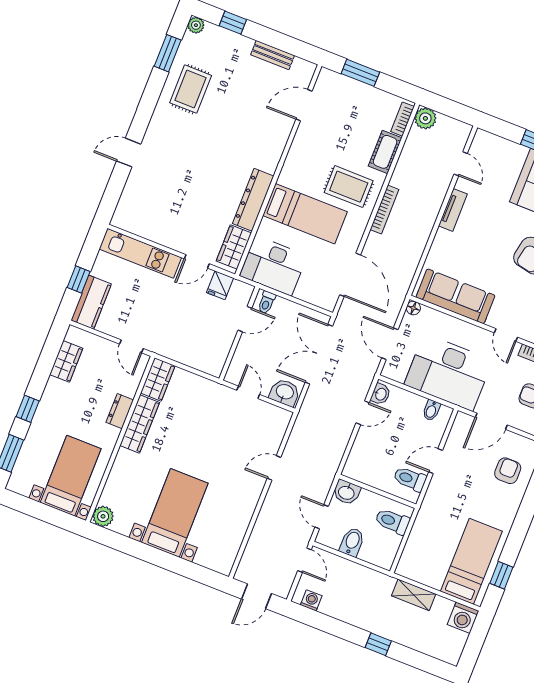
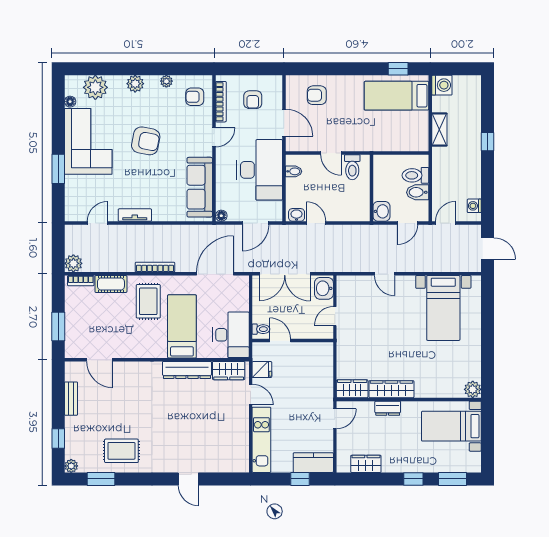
bed with nightstands: (175, 513) -> (443, 308), moved, turned -90
toilet: (392, 521) -> (415, 175), moved, turned 90

